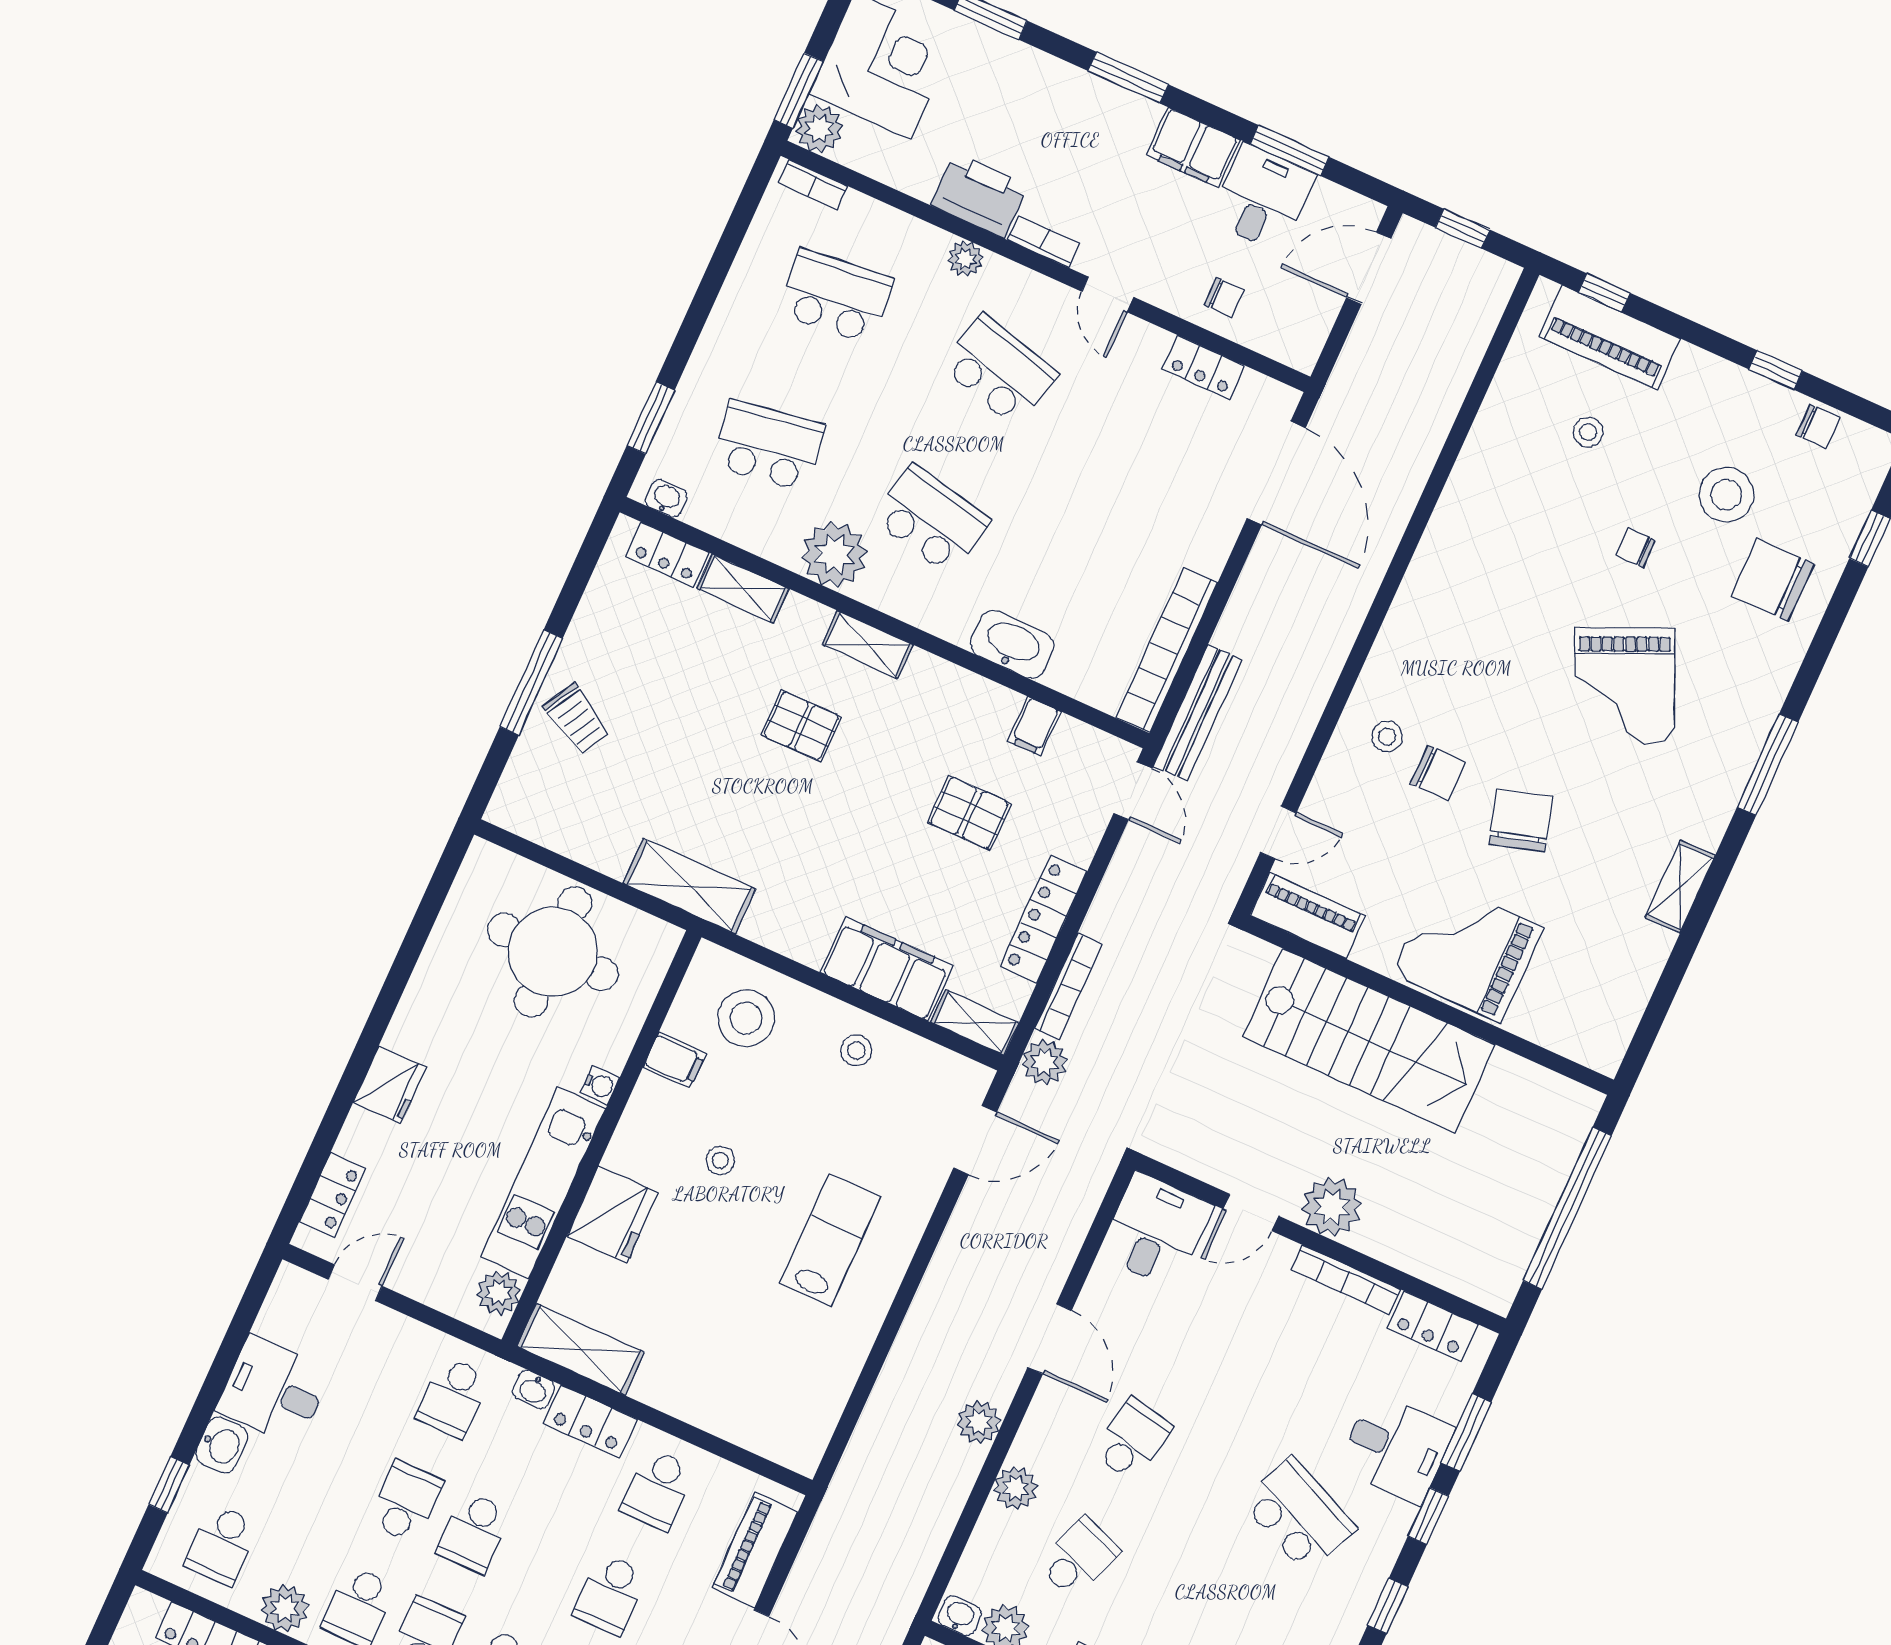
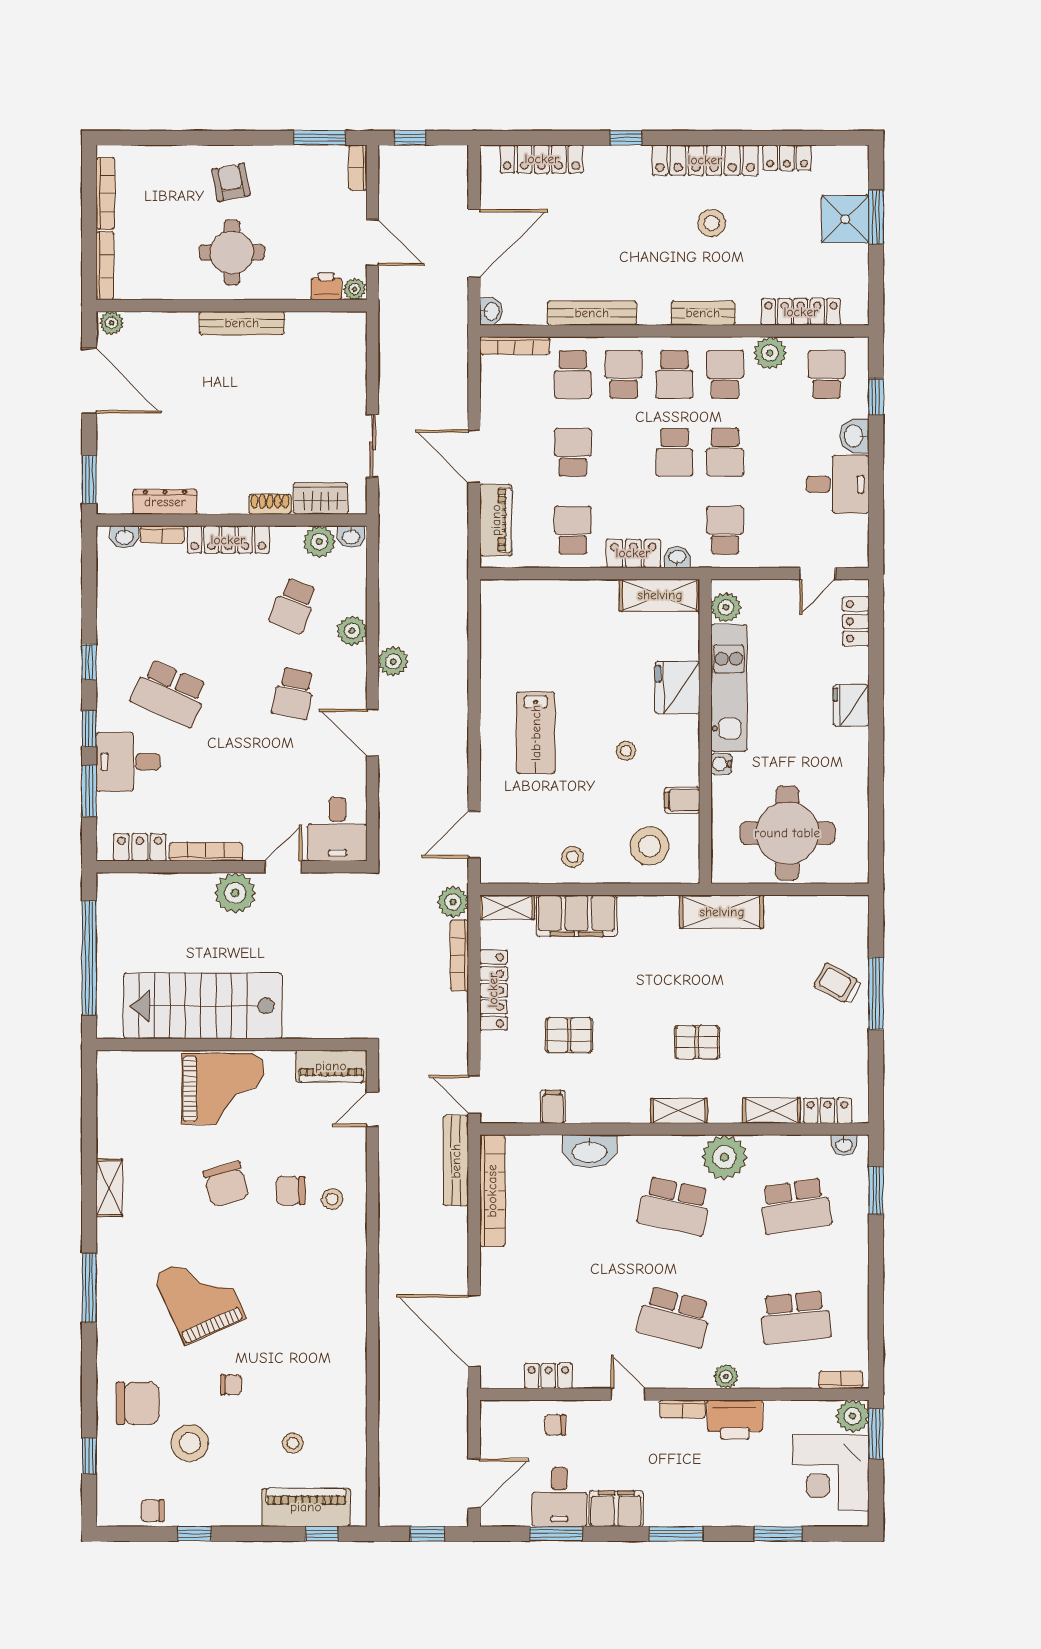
stairs: (1369, 1041) -> (203, 1006), moved
school desk: (474, 1533) -> (674, 452), turned 180

